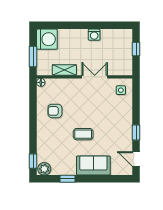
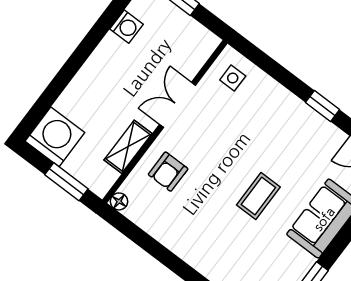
washing machine: (94, 35) -> (126, 27), moved
armchair: (55, 111) -> (168, 172), moved

